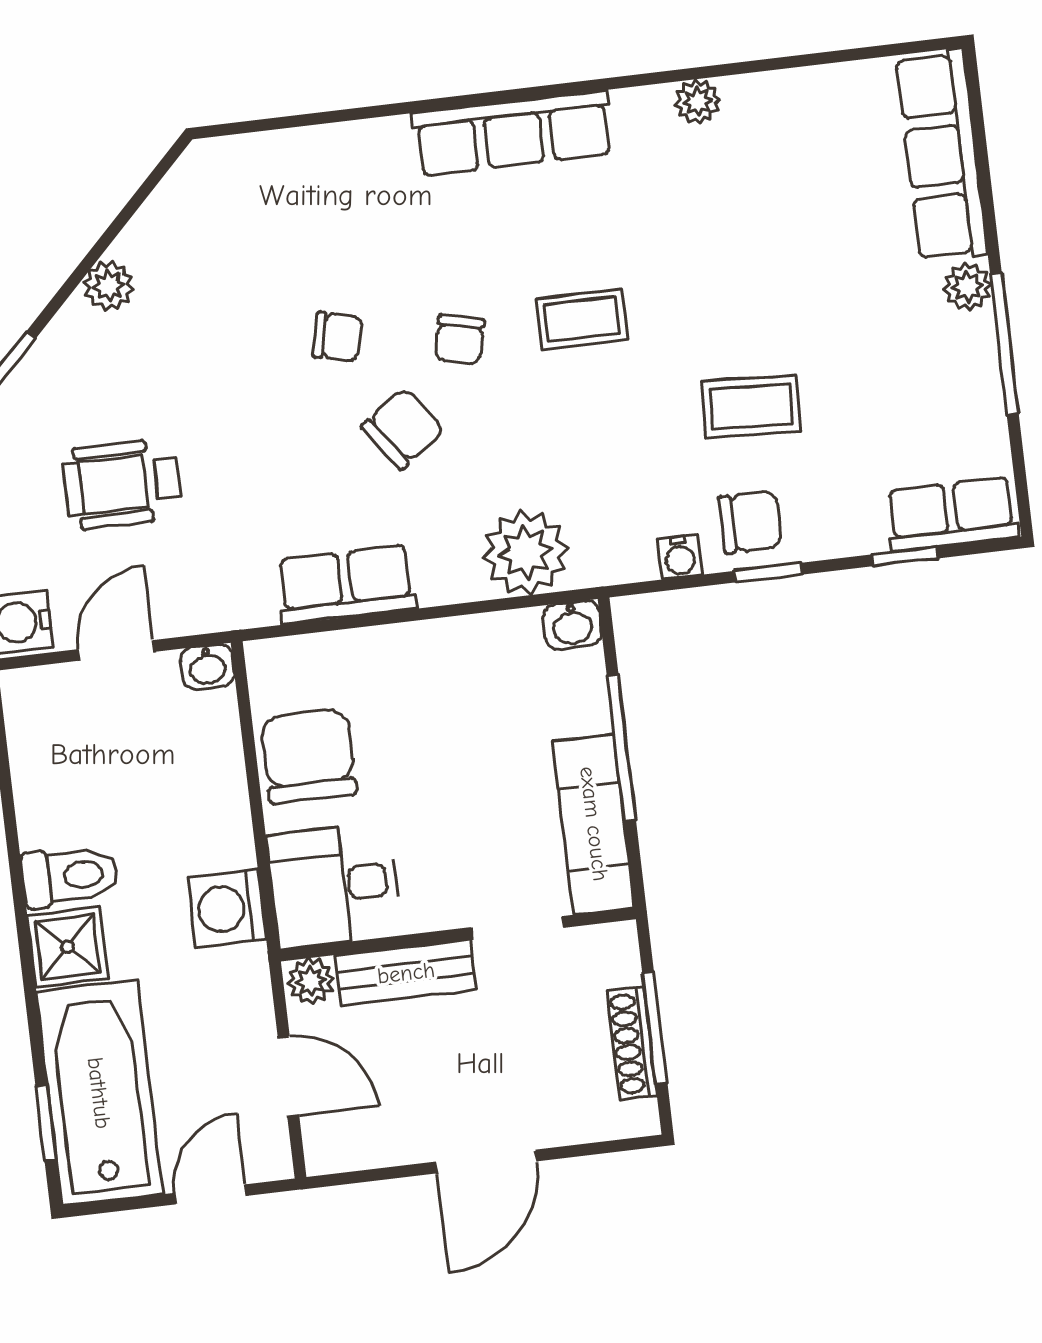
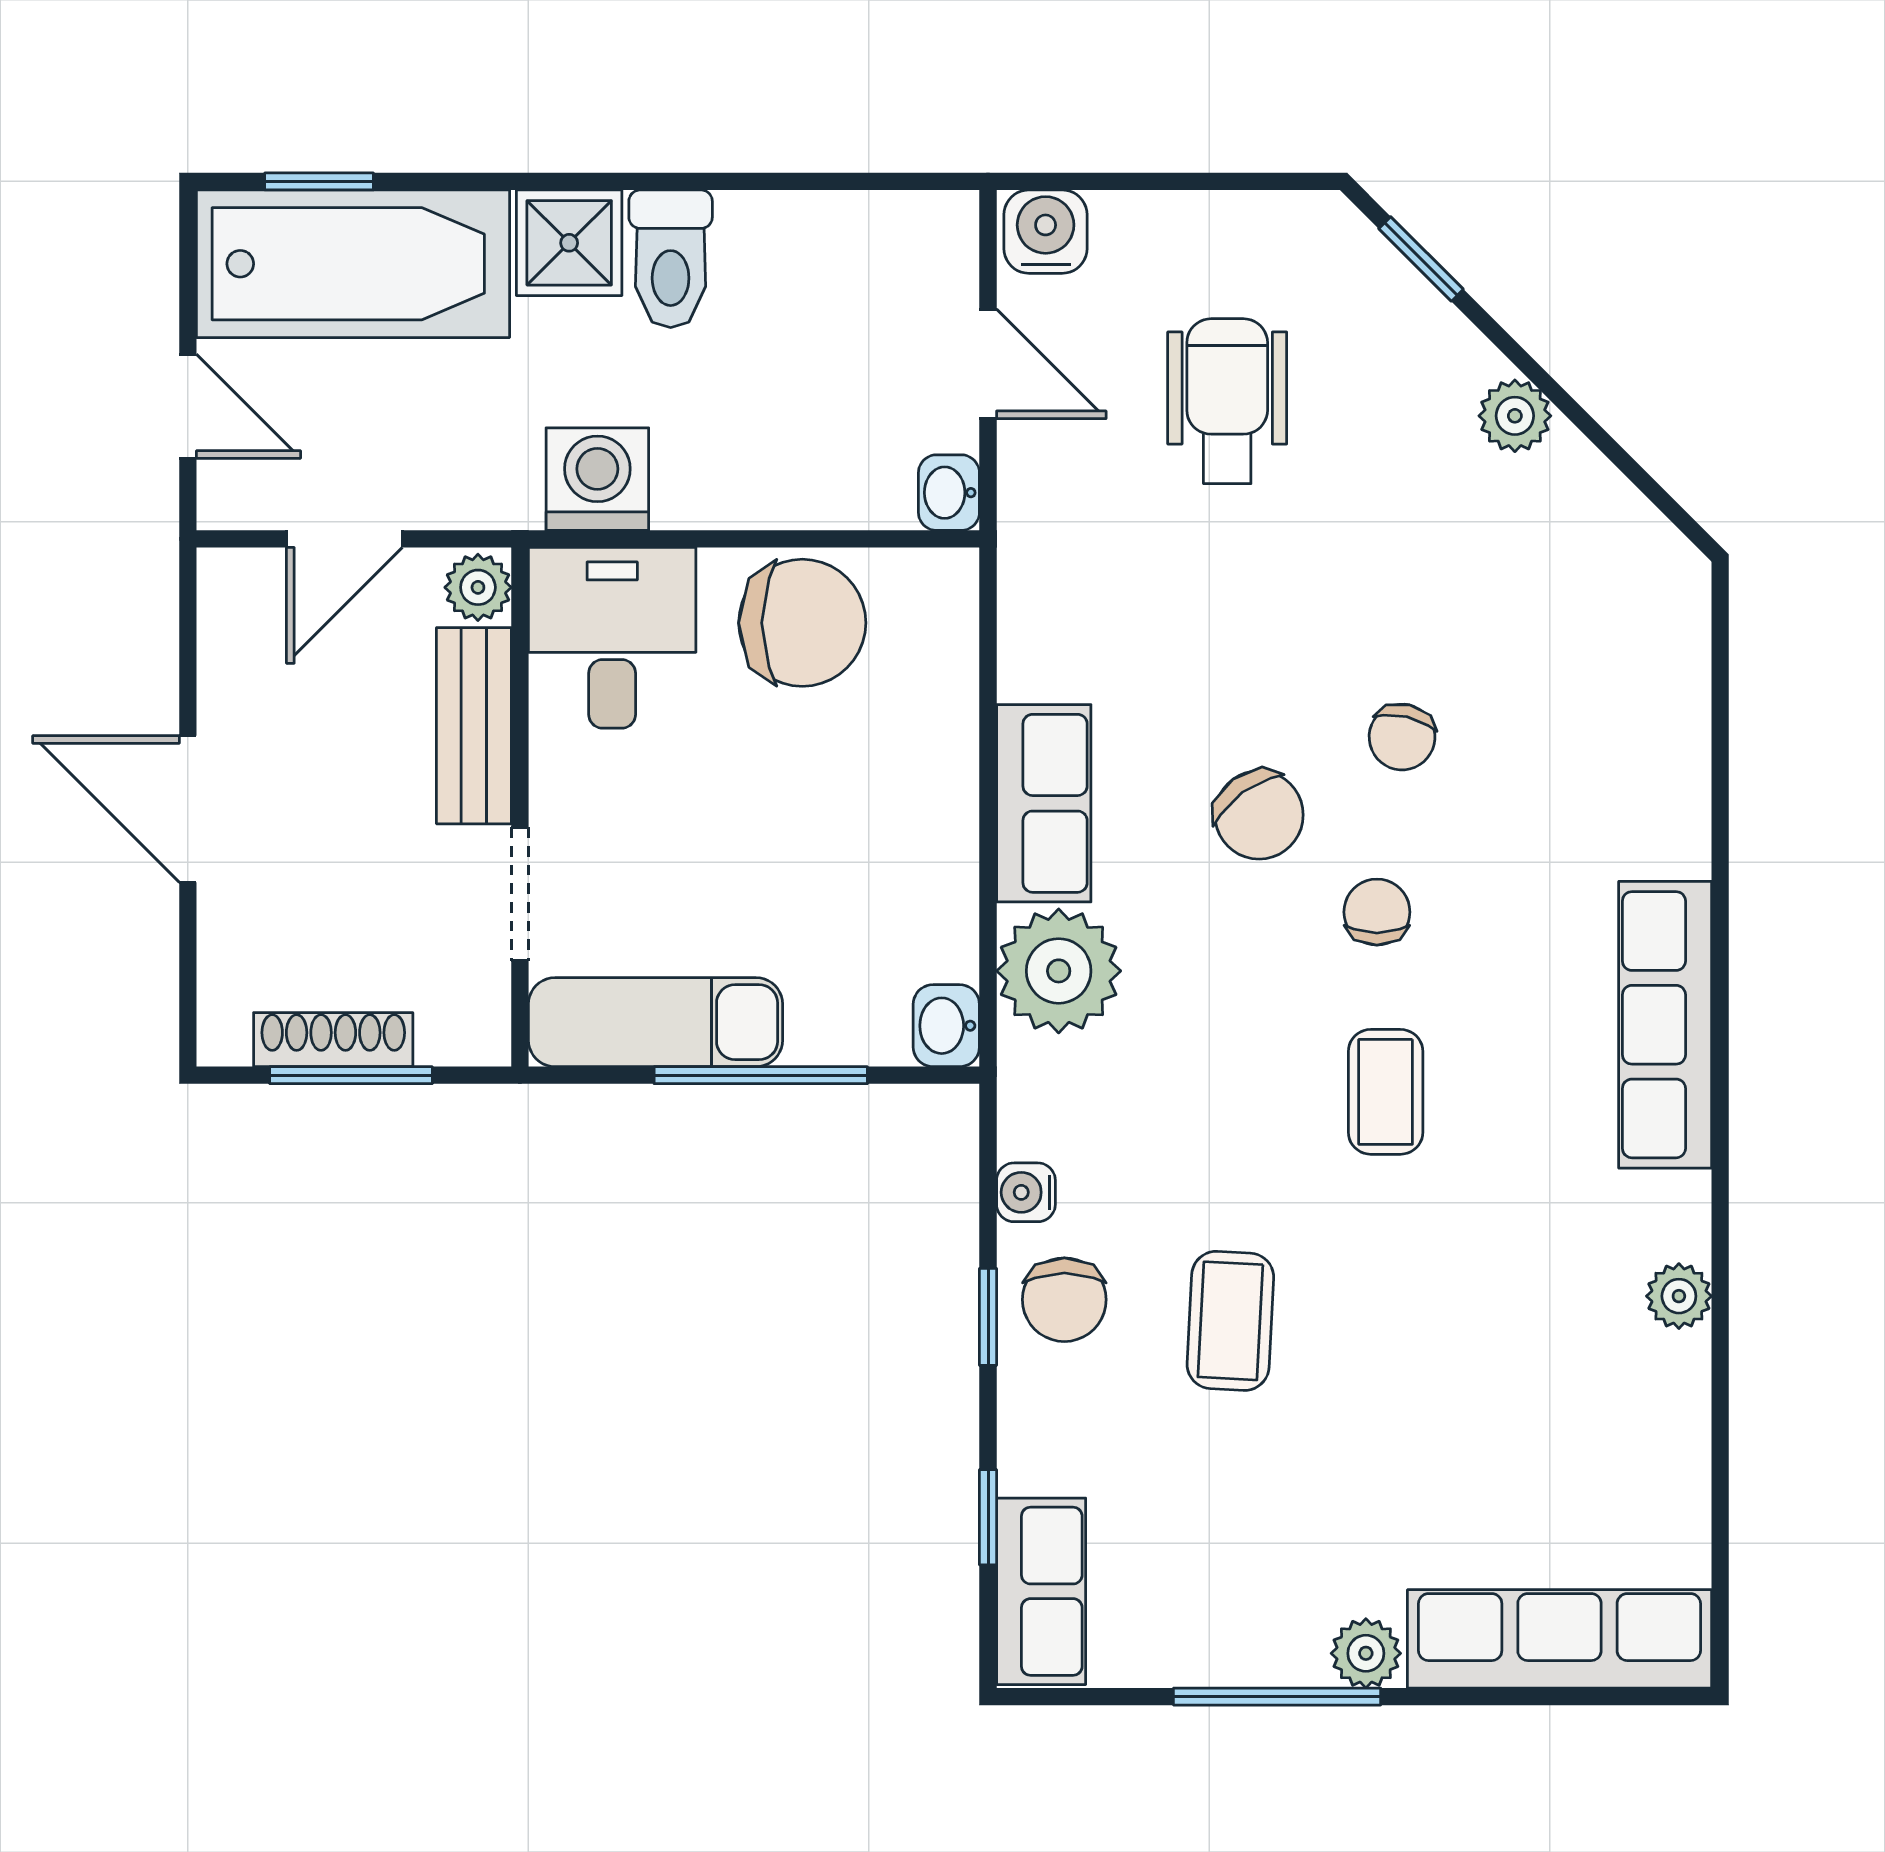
chair: (459, 340) -> (1377, 912), turned 78
row of seats: (346, 584) -> (1044, 803), moved

